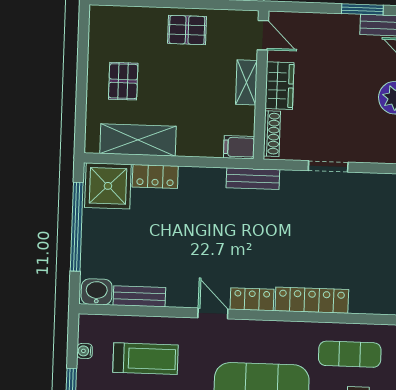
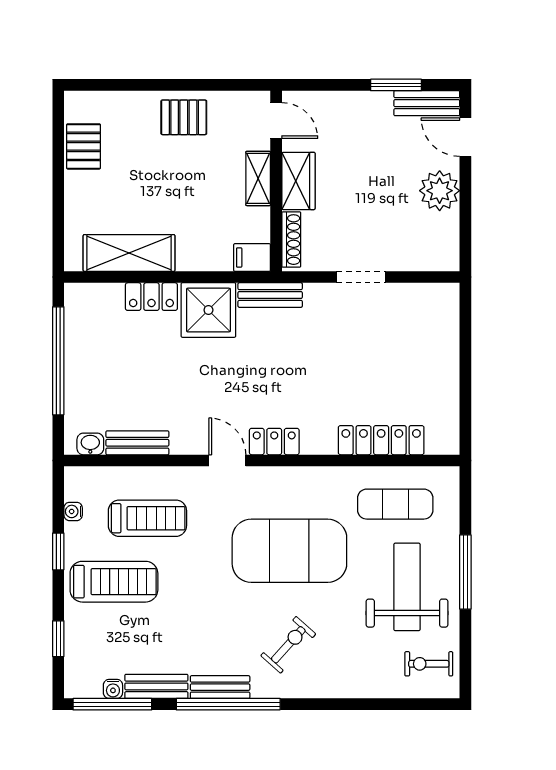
pallet: (123, 81) -> (83, 146), moved
shower: (108, 186) -> (208, 310), moved
washbasin: (97, 292) -> (90, 444), width x0.72, depth x0.69
locker: (312, 300) -> (381, 440), moved

